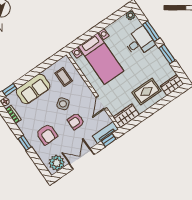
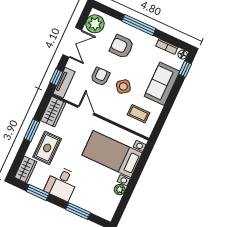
plant: (130, 15) -> (120, 190), moved
desk: (139, 42) -> (62, 183), moved
window: (167, 54) -> (38, 192), moved
window: (150, 111) -> (32, 130), added
window: (25, 143) -> (139, 25), width x2.17

